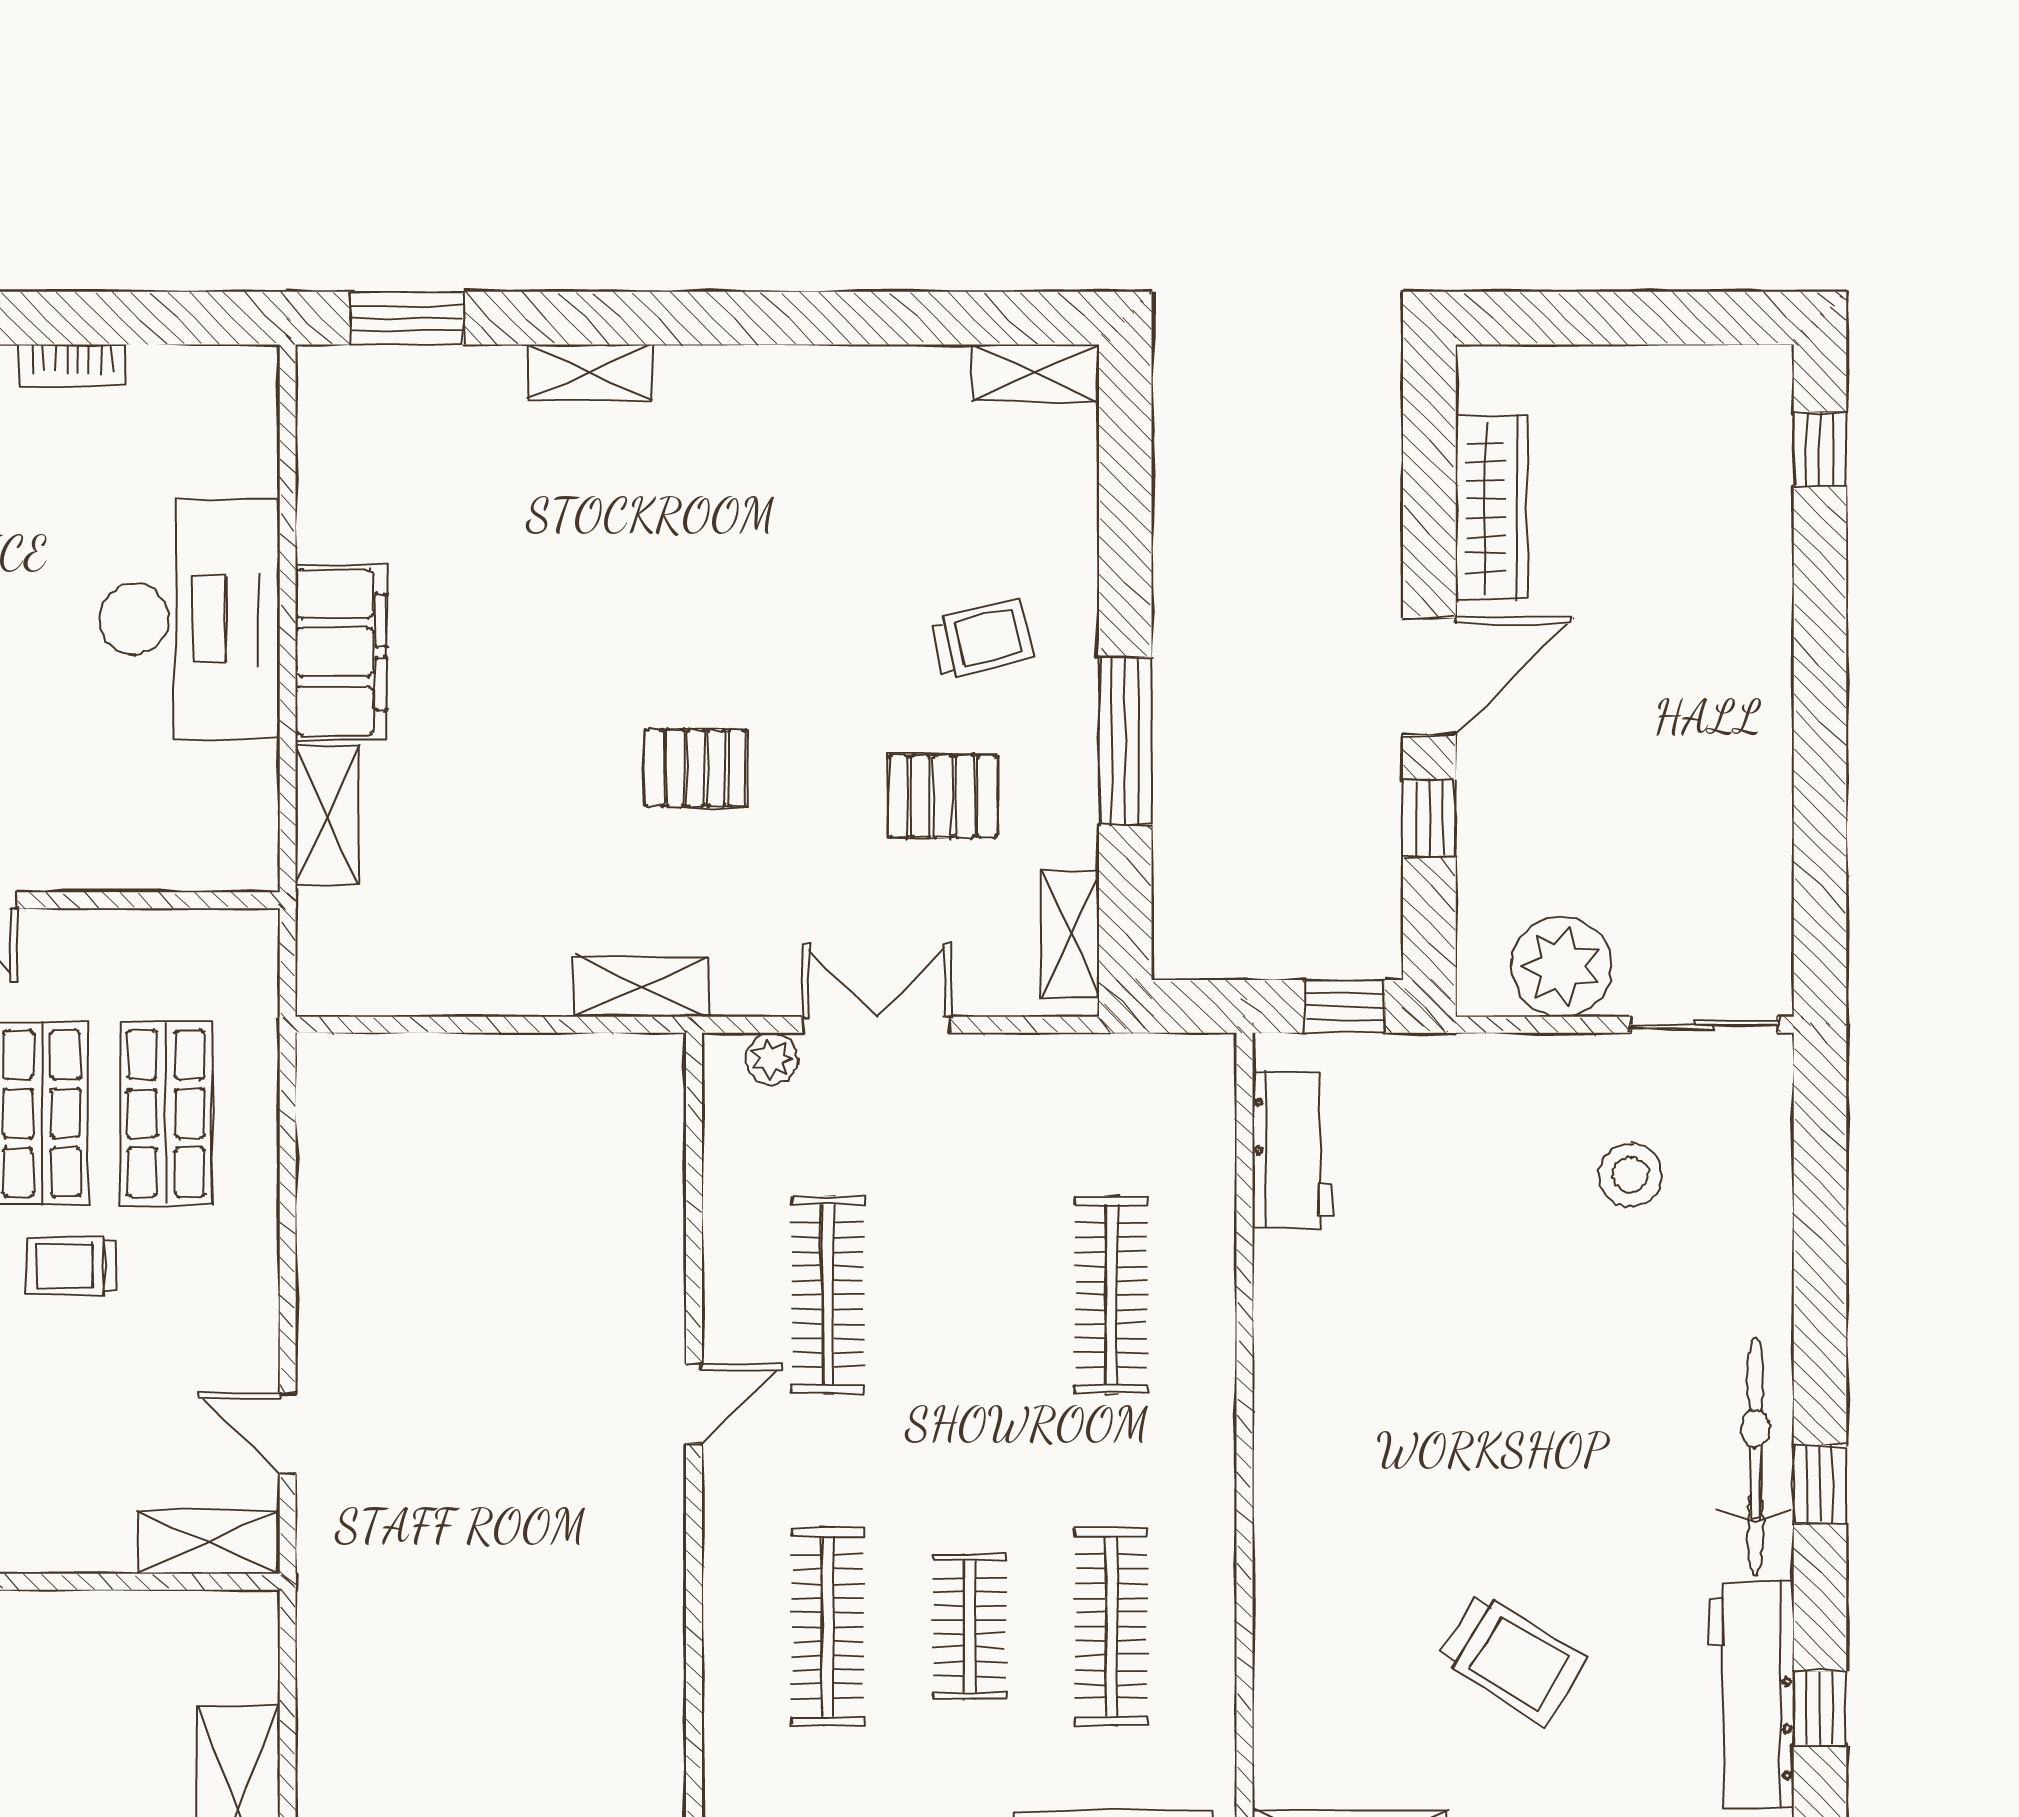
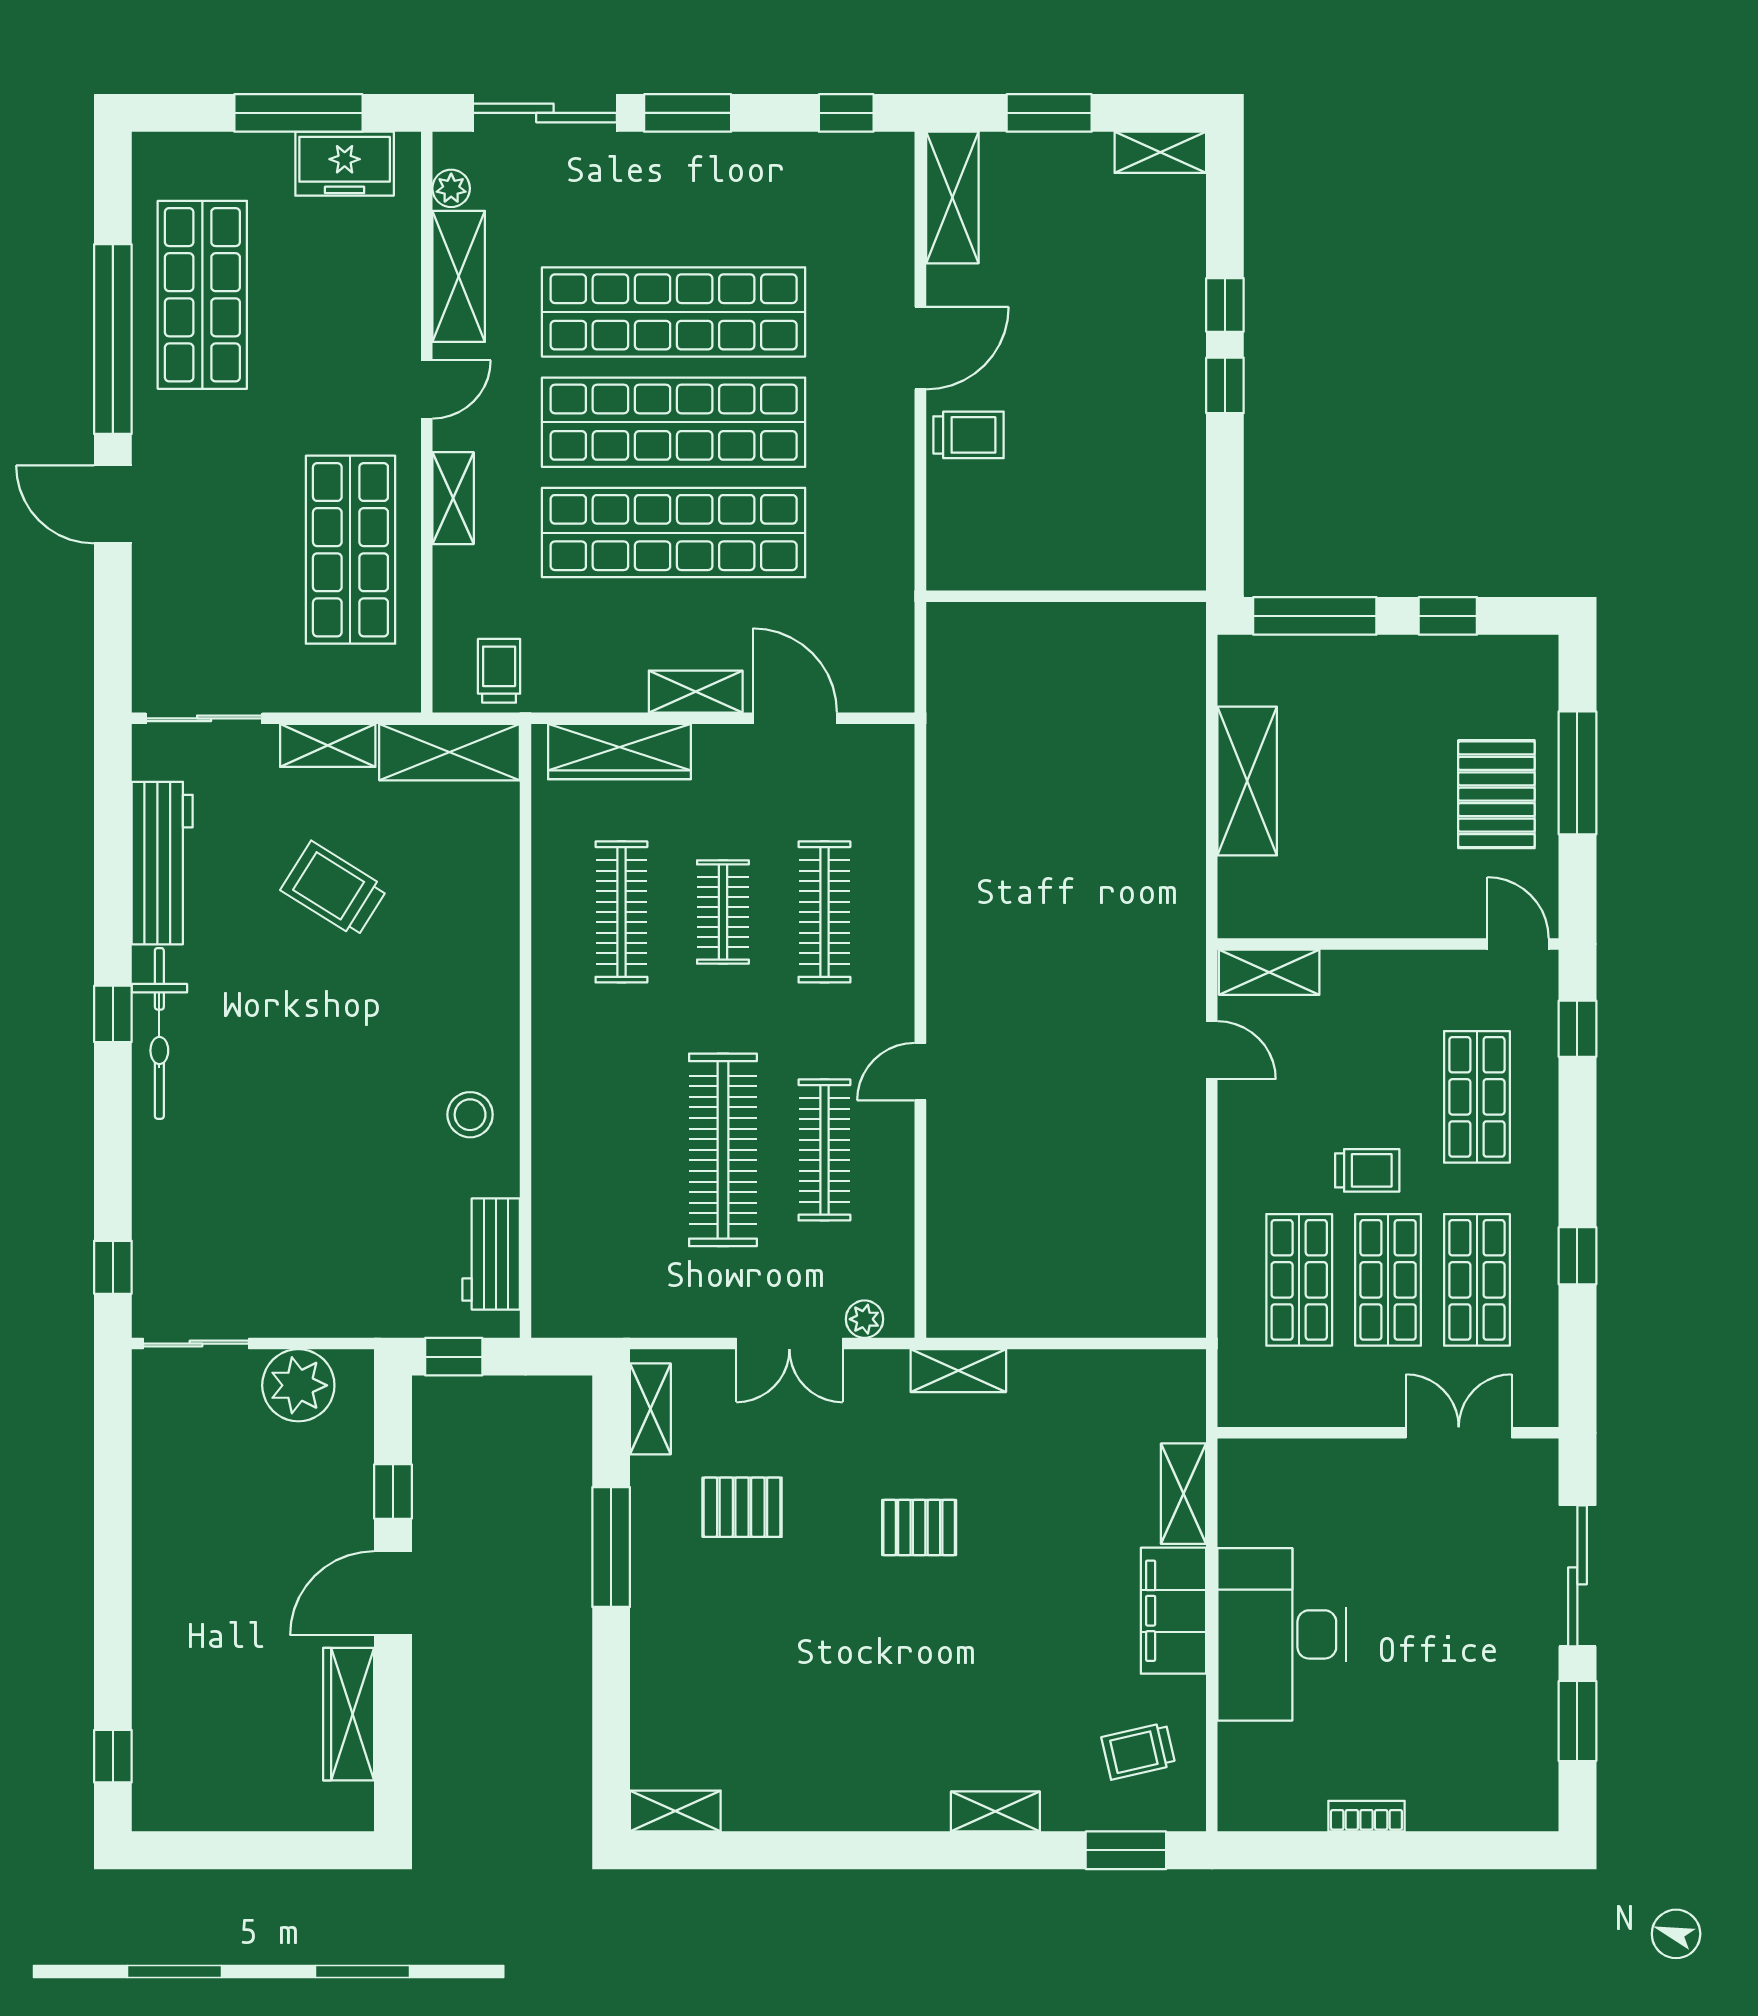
trolley: (982, 639) -> (1138, 1751), moved
stool: (1630, 1175) -> (470, 1115), moved
clothes rail: (1111, 1295) -> (723, 1150), moved, width x1.37, depth x1.31
window: (1820, 1709) -> (113, 1267), moved

